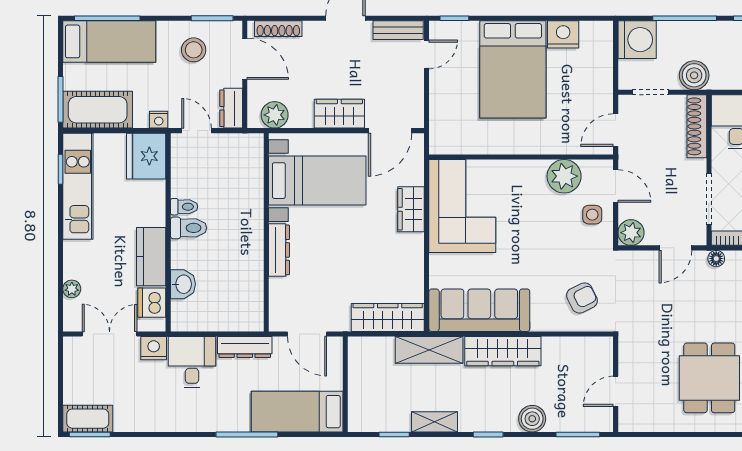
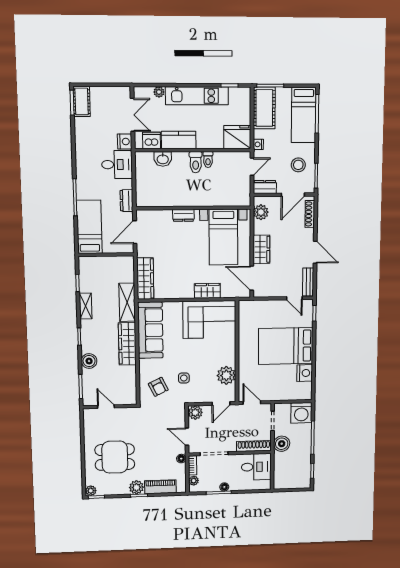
kitchen unit: (78, 186) -> (197, 96), moved
side table: (592, 215) -> (184, 378), moved
dresser: (279, 250) -> (183, 215), width x0.70
dresser: (245, 347) -> (127, 201), width x0.70

